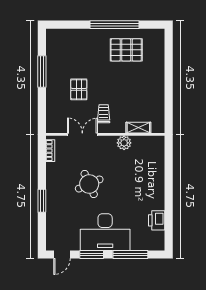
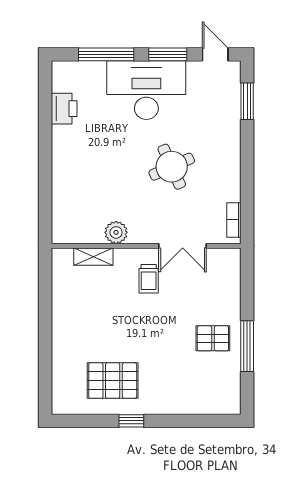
window: (115, 25) -> (131, 421), width x0.32
pallet: (79, 89) -> (213, 338), moved, turned 90
window: (42, 201) -> (247, 101), moved
door: (62, 254) -> (215, 54), hinge flipped

